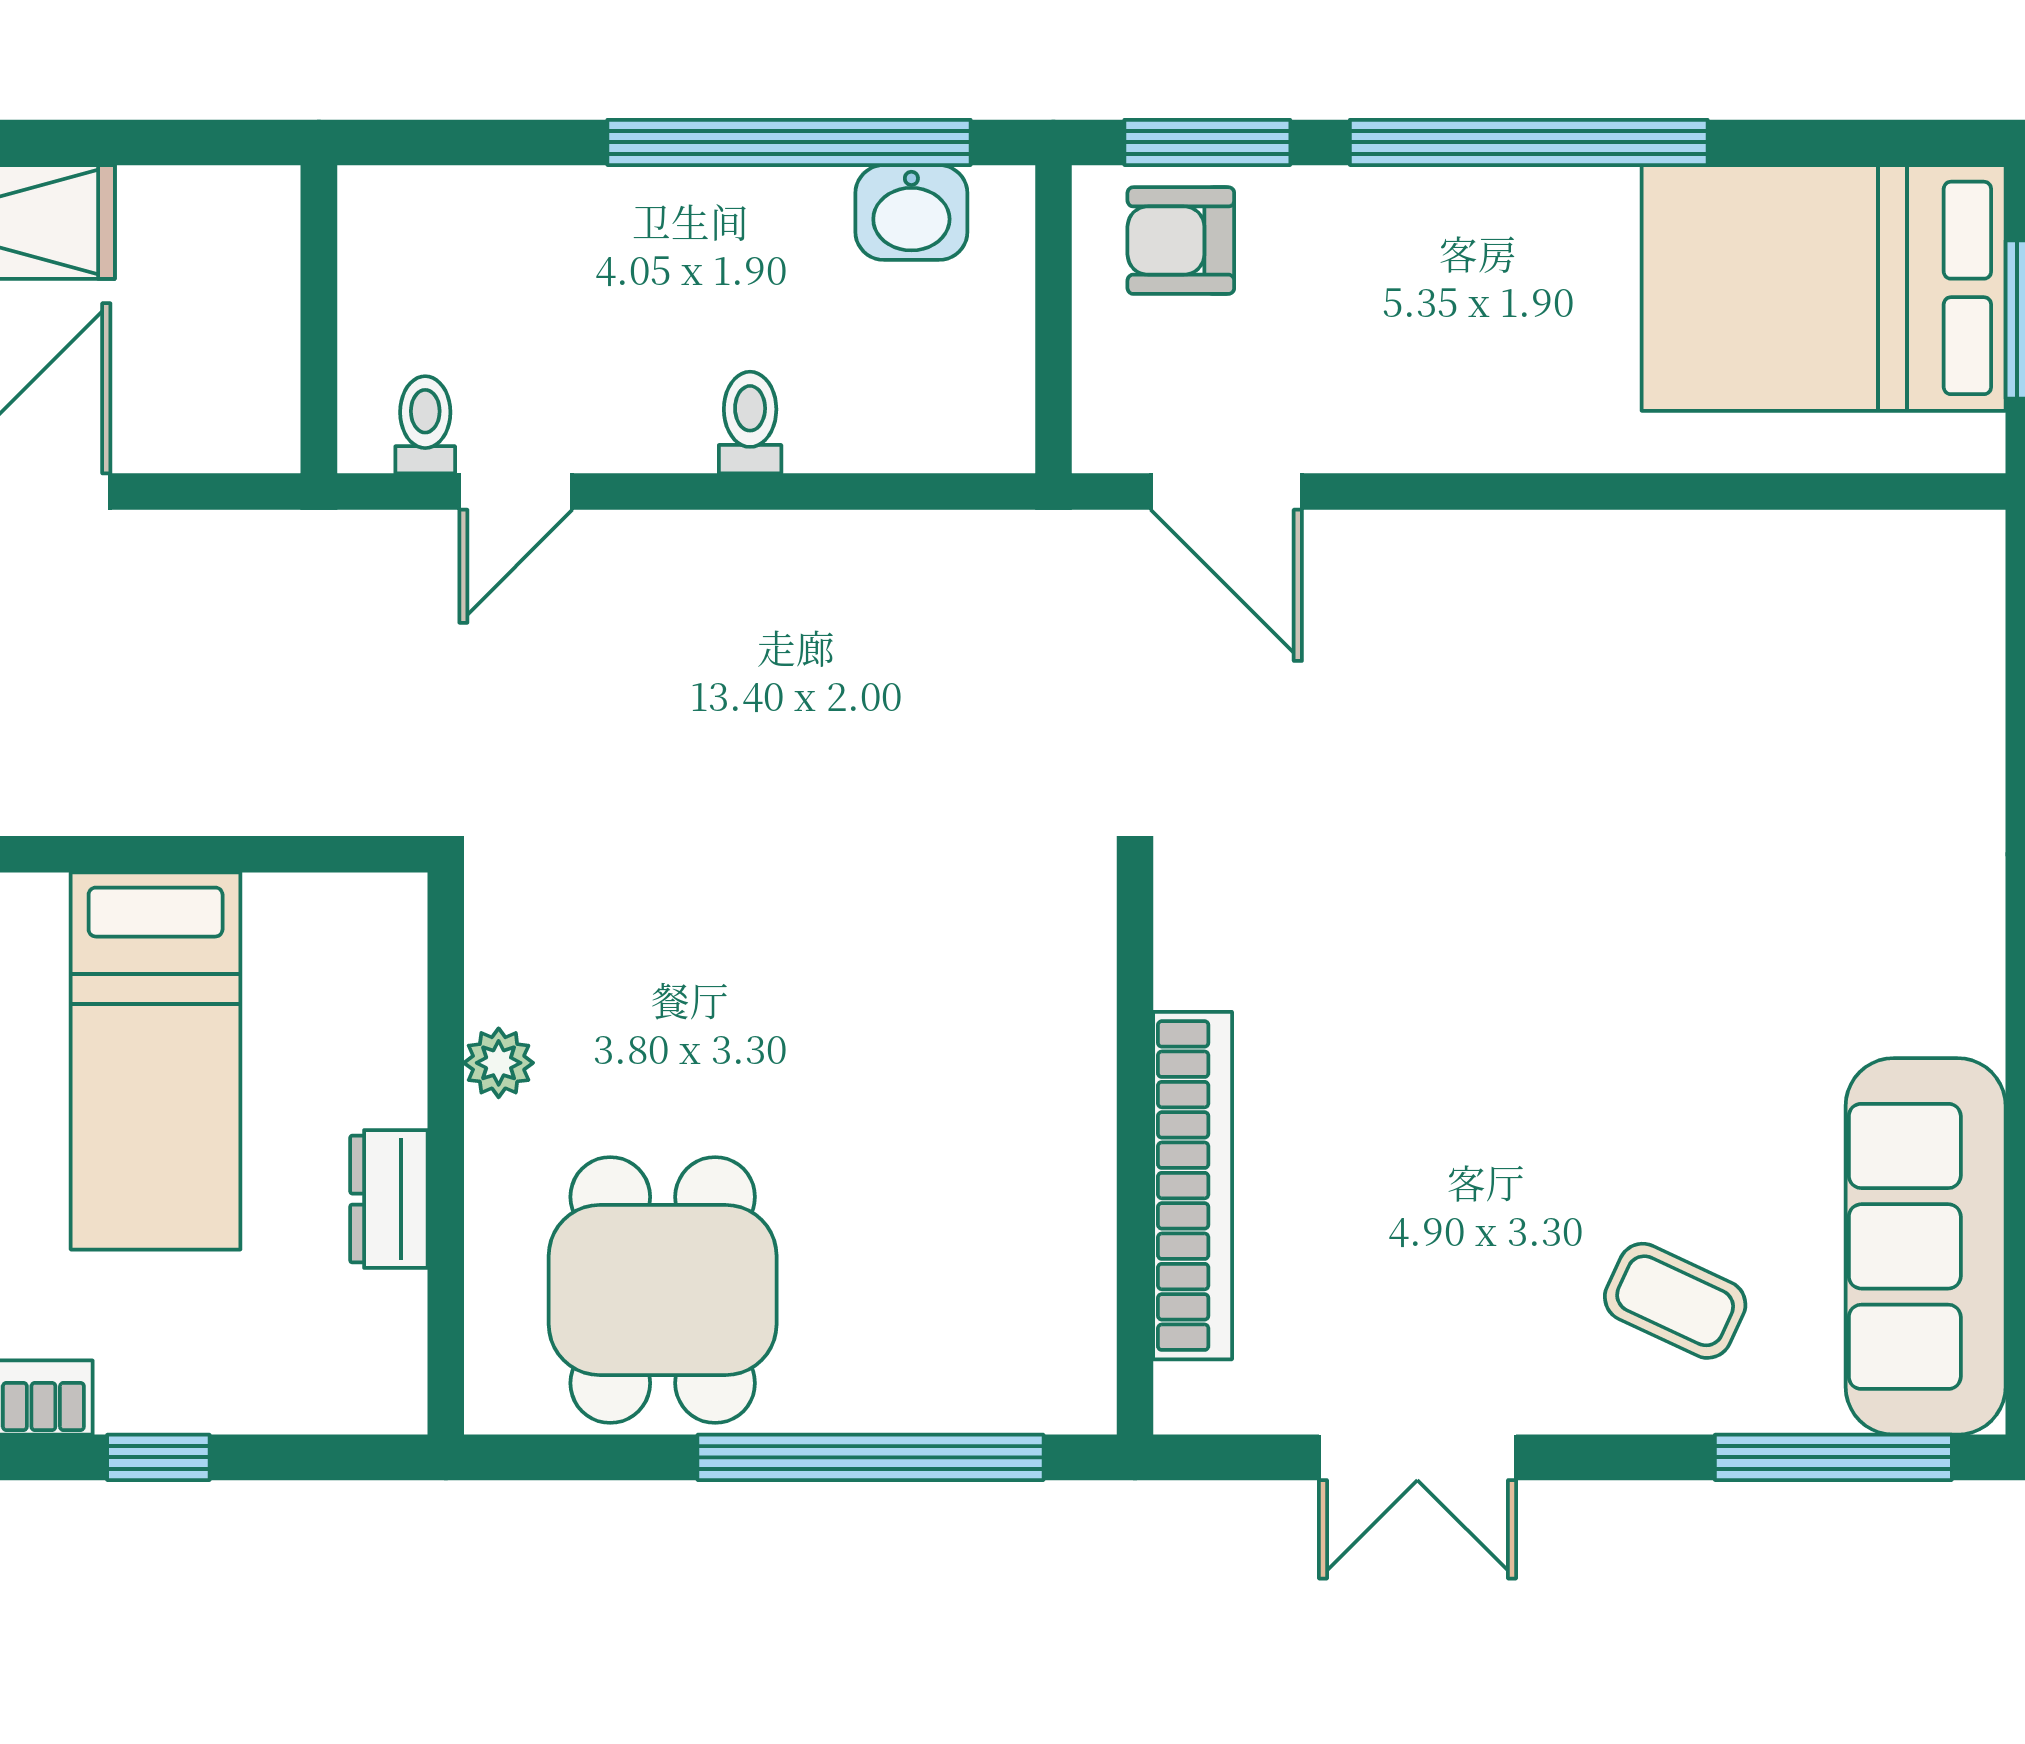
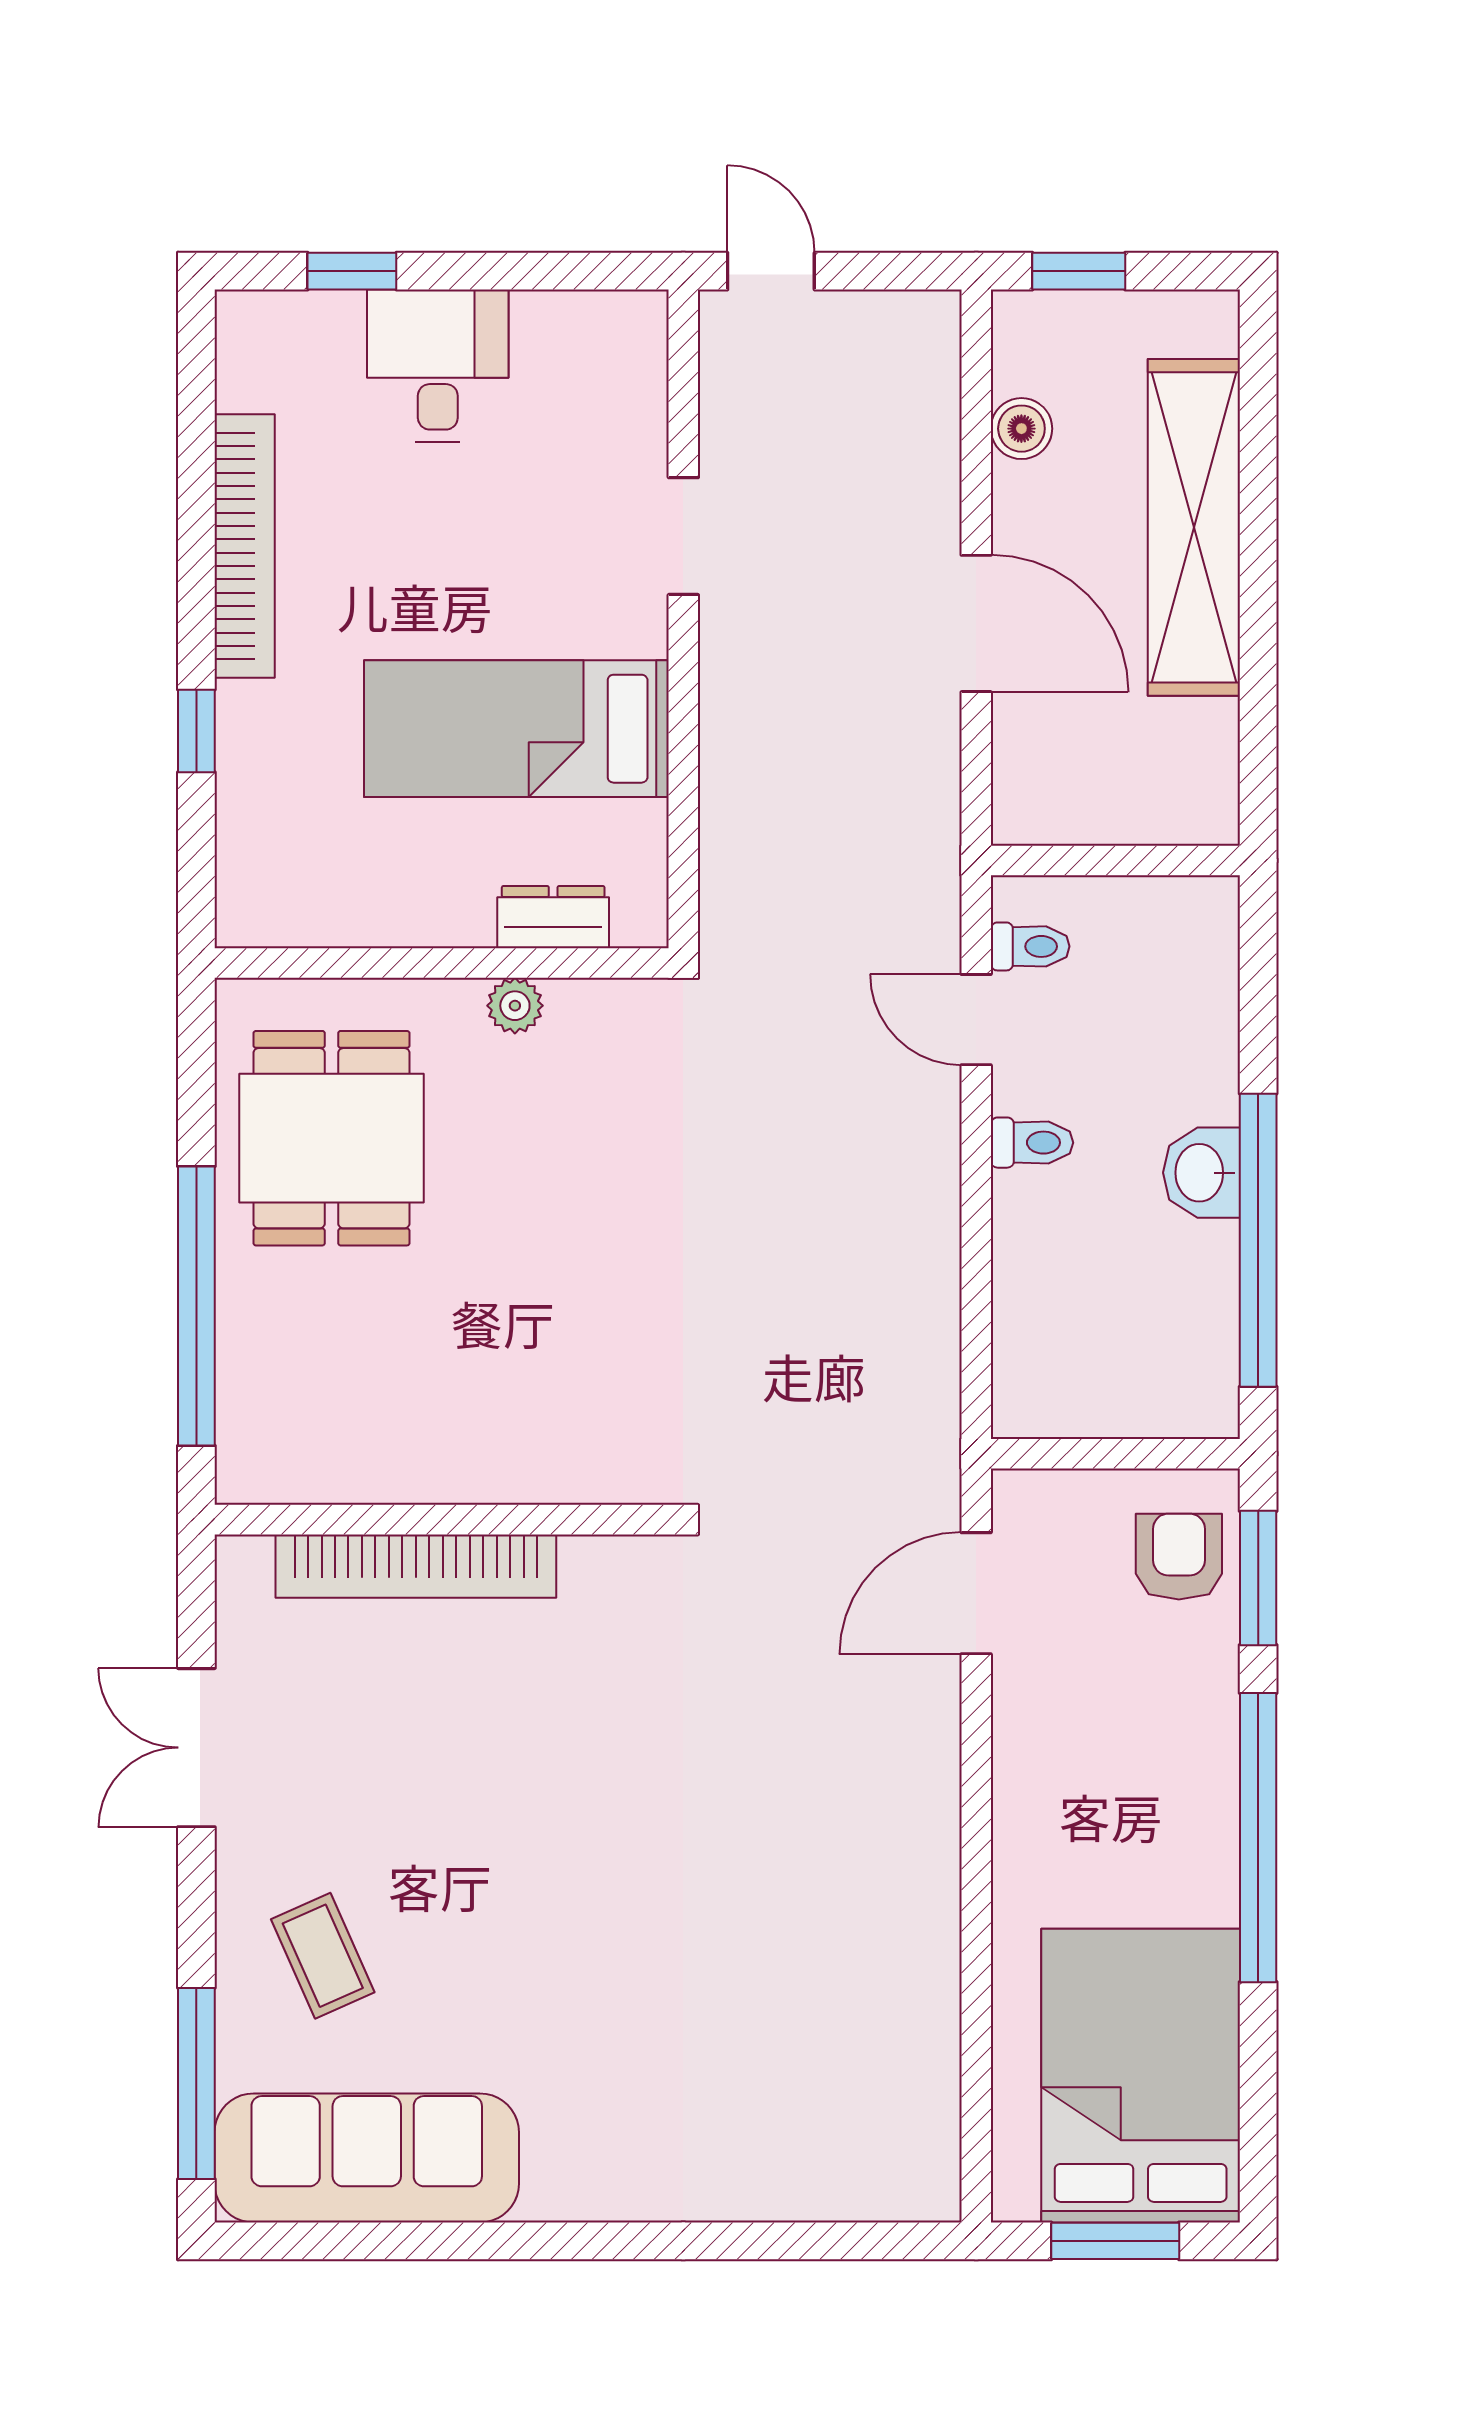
washbasin: (911, 213) -> (1202, 1173), moved
toilet: (750, 423) -> (1032, 1143), moved
dresser: (389, 1199) -> (553, 917), moved
dining table: (663, 1290) -> (331, 1138), turned 90
coffee table: (1675, 1301) -> (323, 1956), turned -49

